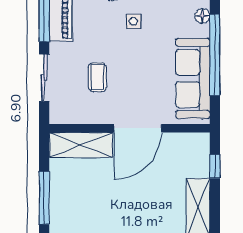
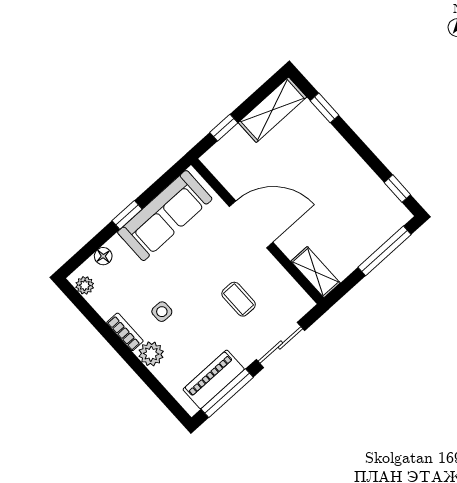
window: (215, 55) -> (127, 215), width x0.32
coffee table: (97, 77) -> (239, 299), turned 90
shelving: (81, 145) -> (316, 272), width x0.67, depth x0.75

